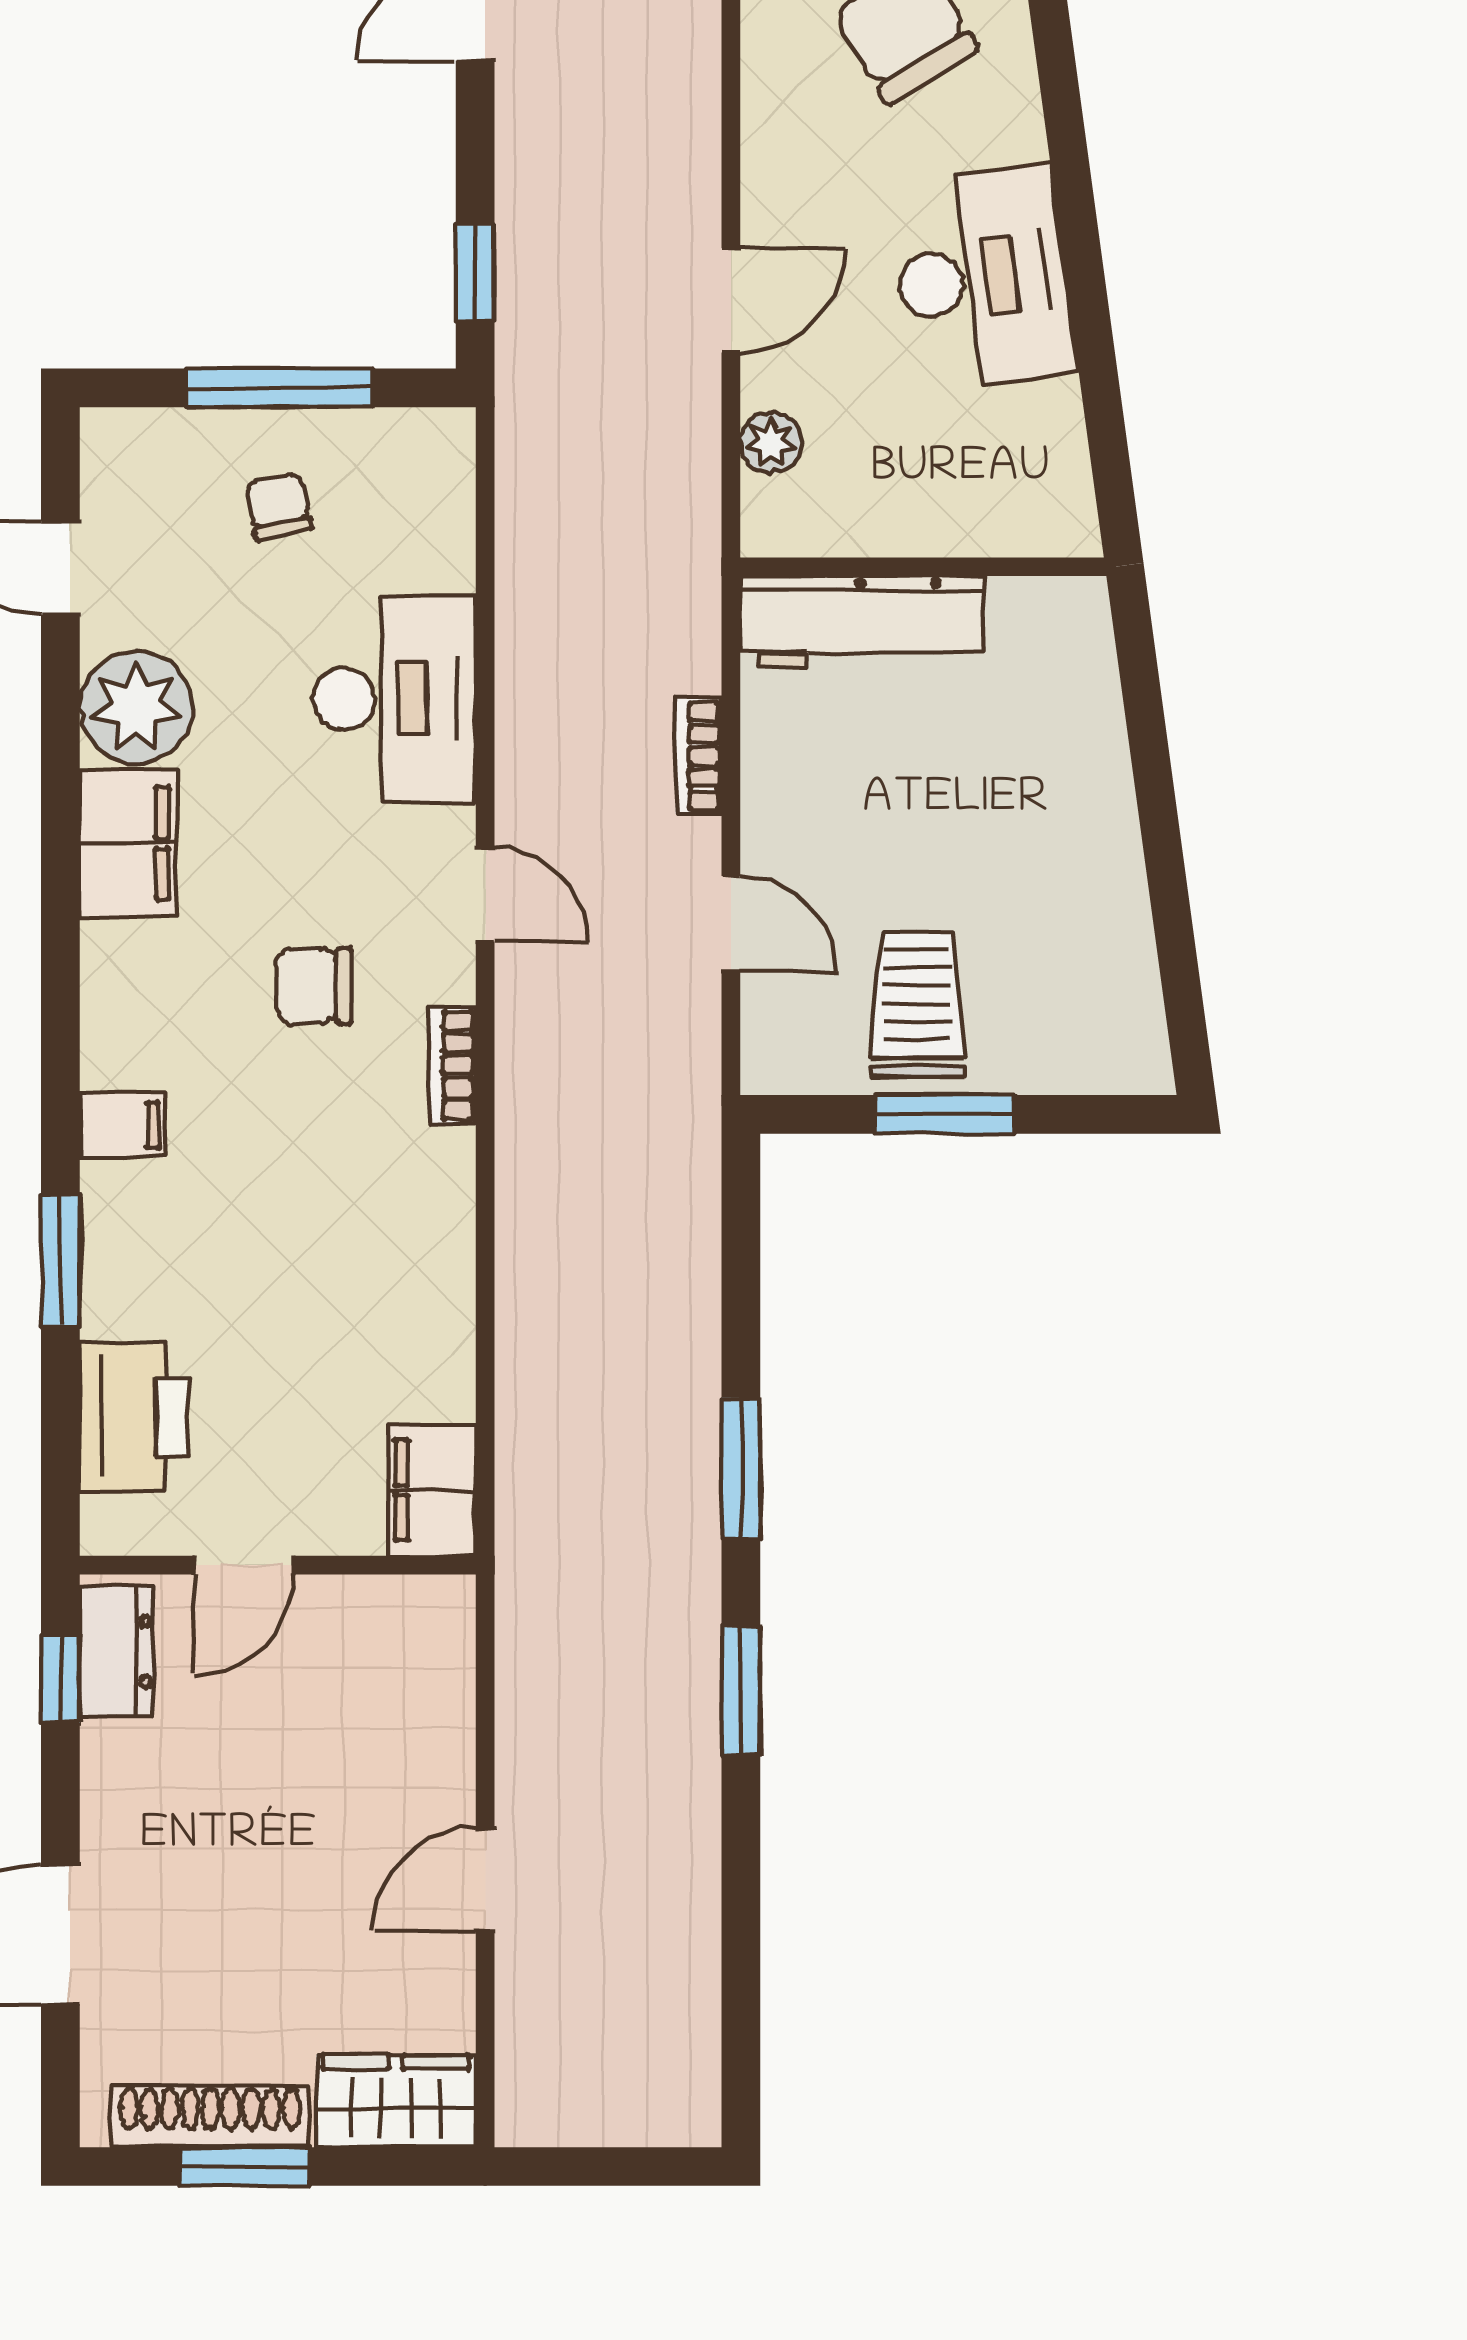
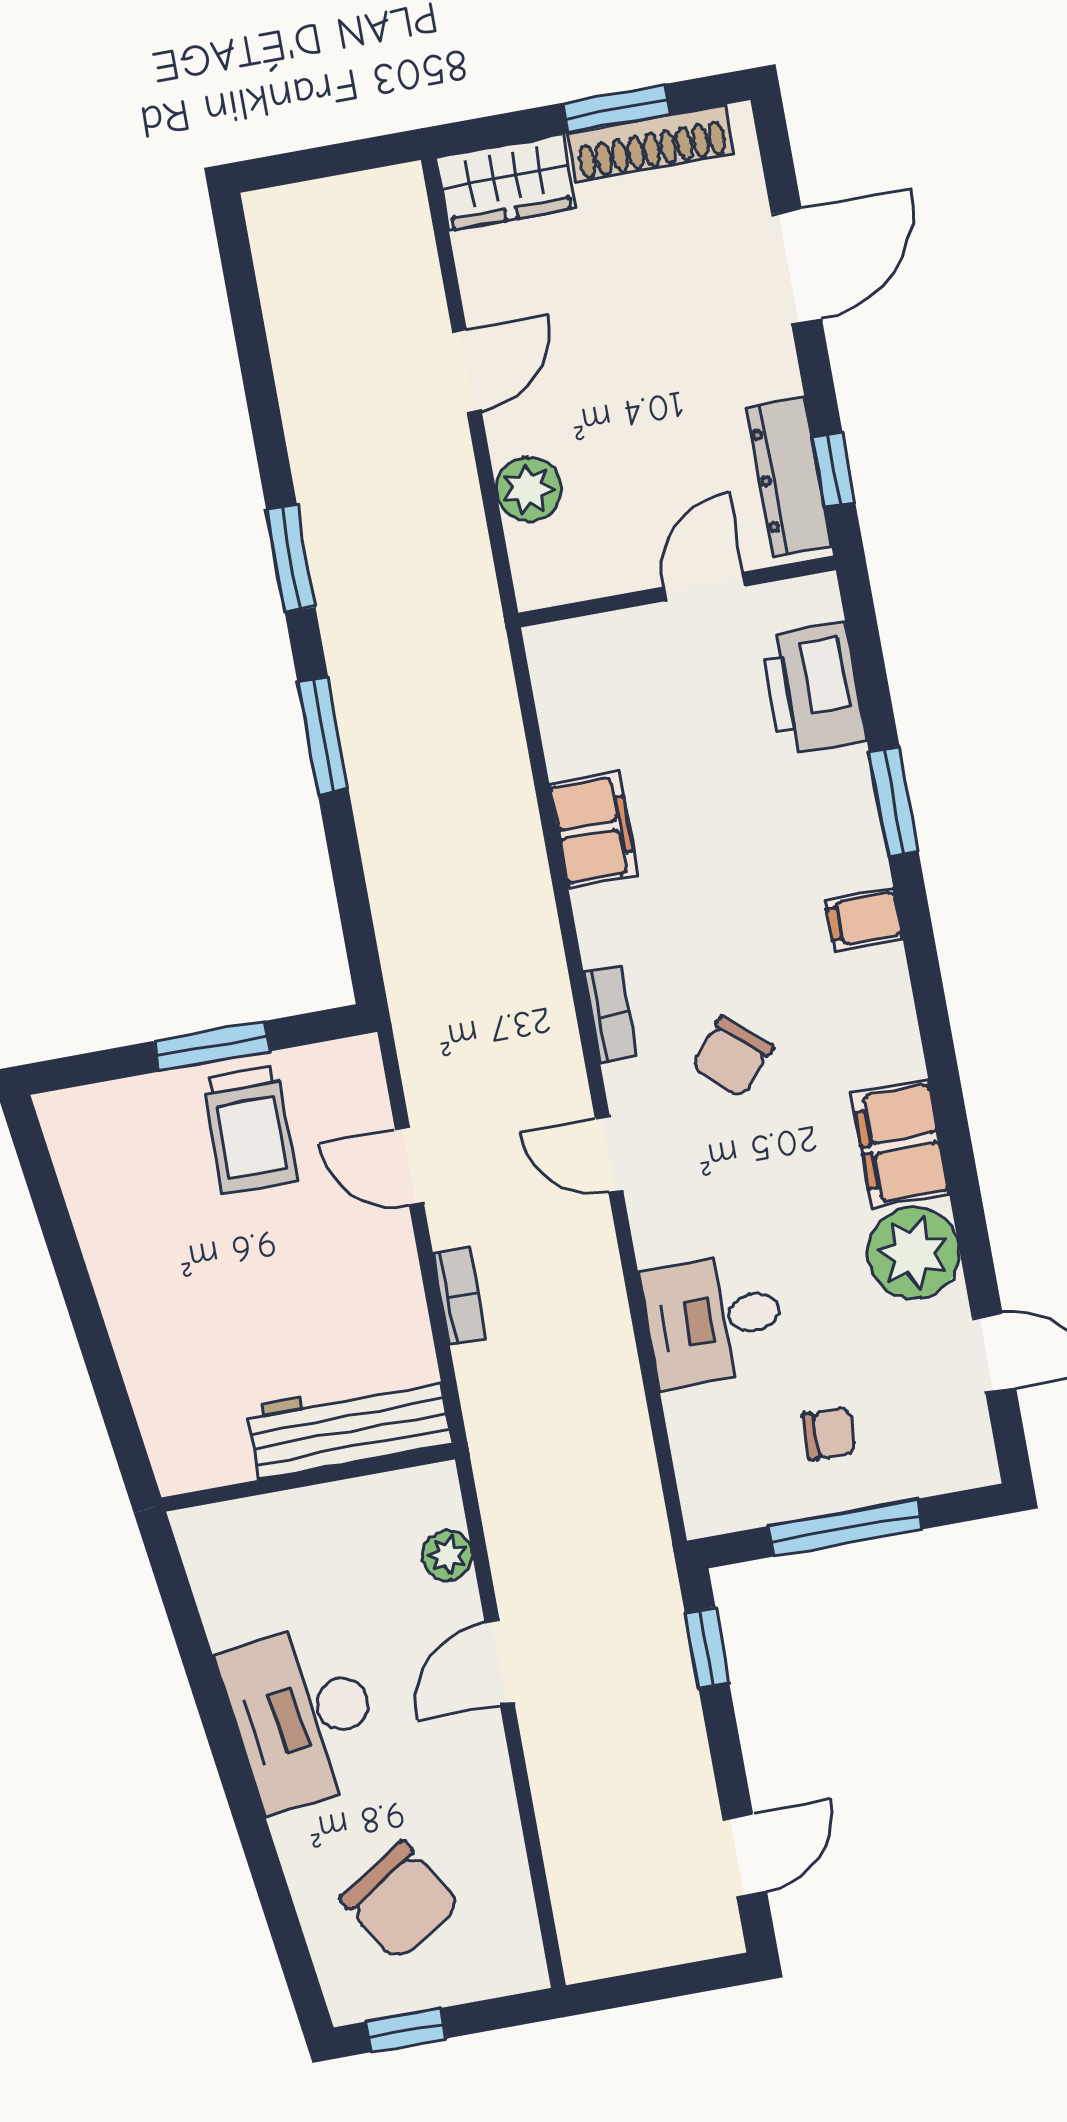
chair: (278, 506) -> (830, 1433), turned -77
desk: (394, 699) -> (714, 1319), width x0.73
chair: (314, 986) -> (732, 1057), turned 131
filing cabinet: (432, 1490) -> (594, 829), moved
dresser: (116, 1651) -> (789, 477), width x1.44
plant: (436, 1723) -> (528, 489), added

